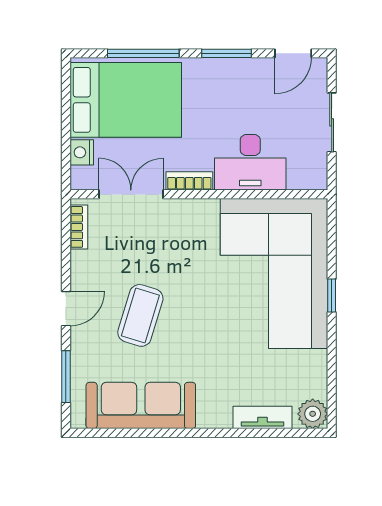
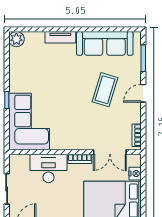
corner sofa: (274, 274) -> (29, 122), width x0.73, depth x0.74
tv unit: (263, 417) -> (60, 37), moved

